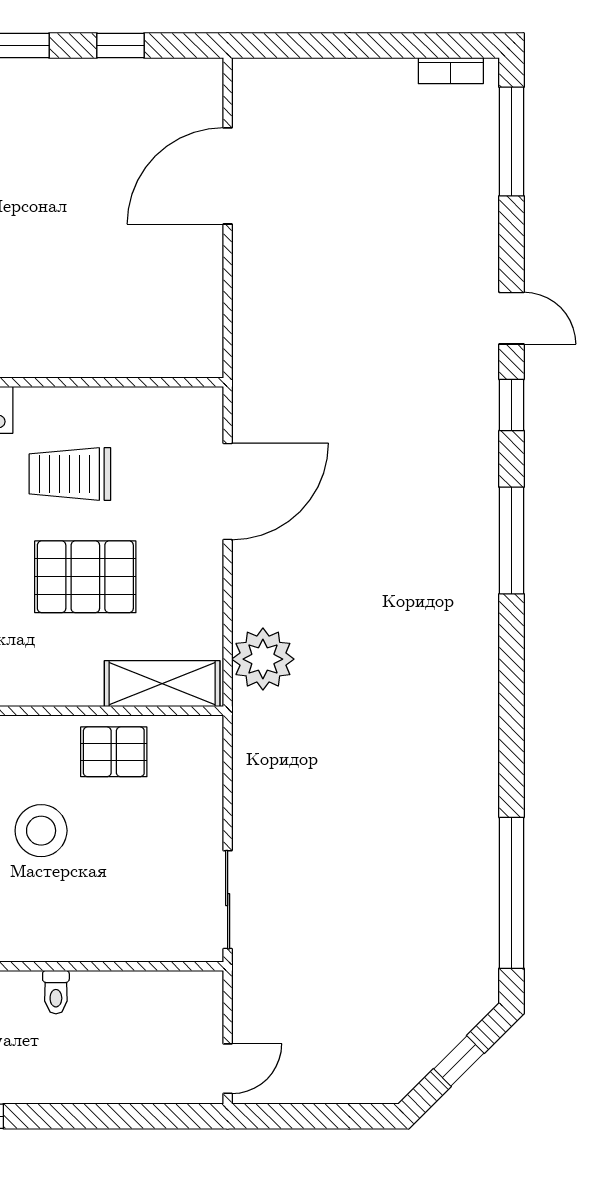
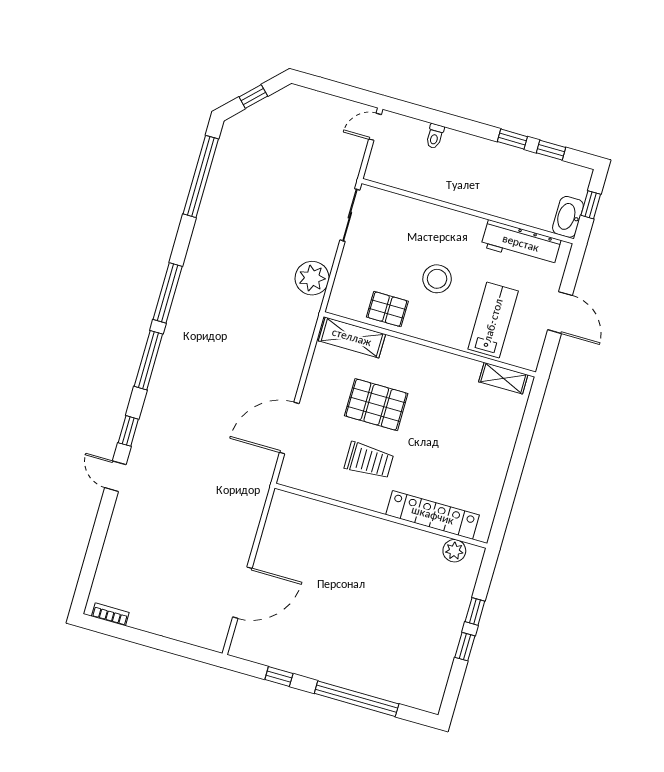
window: (512, 142) -> (168, 293), moved
plant: (263, 659) -> (312, 278), moved
toilet: (56, 992) -> (435, 136), moved, turned 180

